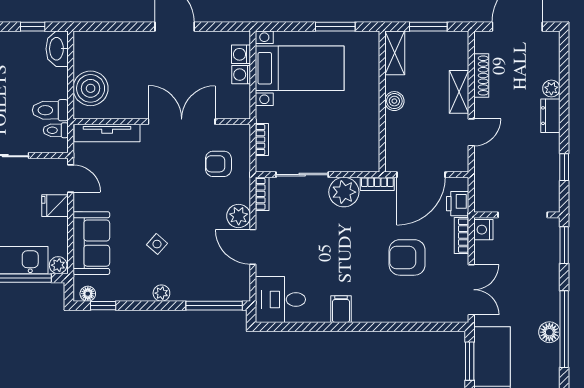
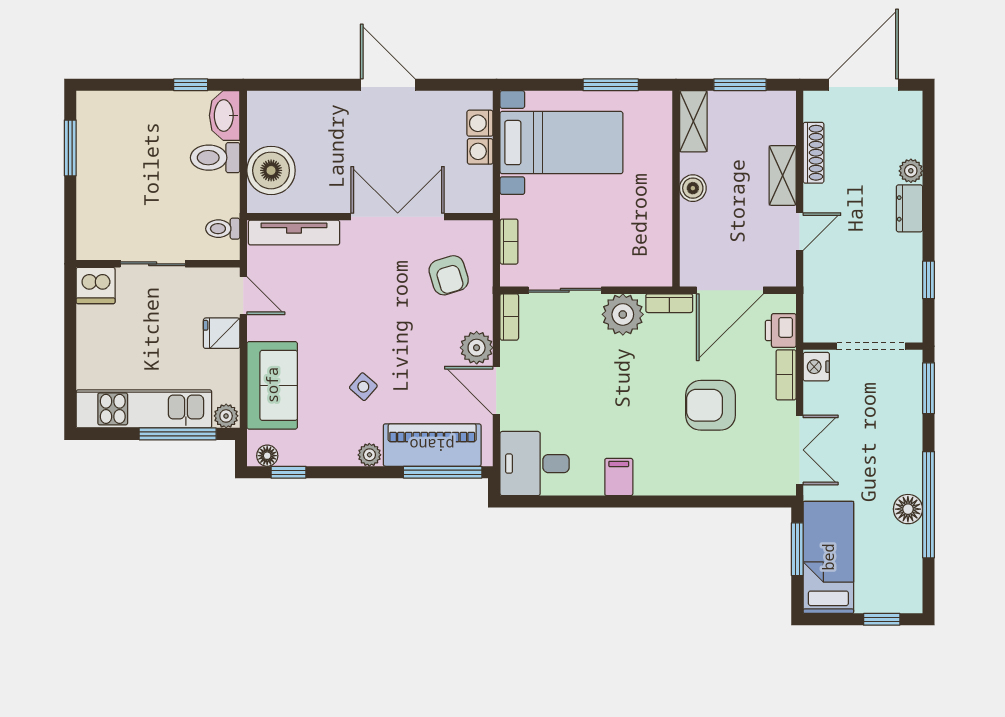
toilet: (50, 110) -> (215, 158), moved
armchair: (218, 164) -> (449, 275), turned -107
piano: (207, 286) -> (432, 445), added

